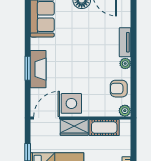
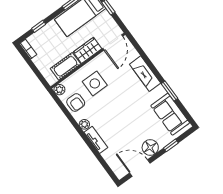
window: (28, 68) -> (170, 91), moved
armchair: (119, 89) -> (76, 103), turned 90
side table: (71, 103) -> (95, 83), moved

